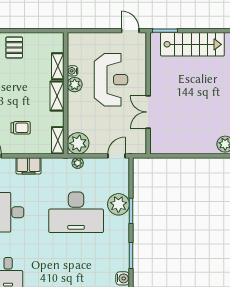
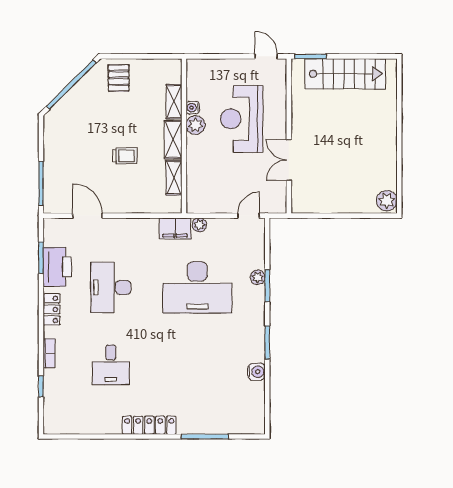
reception desk: (111, 80) -> (242, 119), turned 180
trolley: (21, 128) -> (125, 156), moved
shelving: (58, 140) -> (174, 178), moved
plant: (78, 143) -> (200, 200), removed
filing cabinet: (28, 166) -> (175, 228), moved
plant: (118, 204) -> (258, 277), width x0.53, depth x0.53

